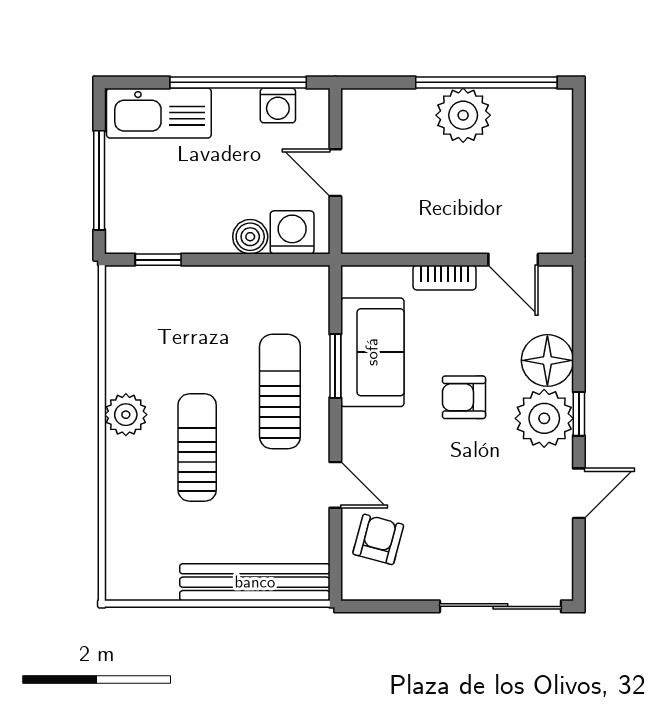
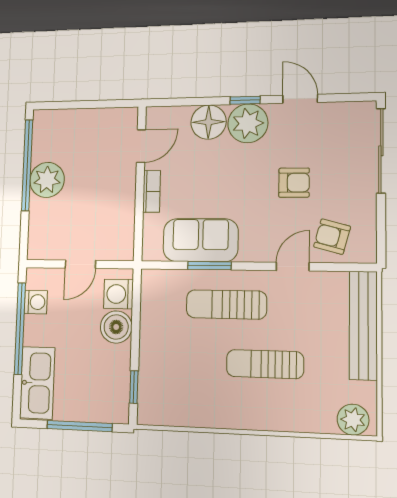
boiler: (250, 237) -> (116, 327), width x1.36, depth x1.36
armchair: (464, 397) -> (294, 183), moved, turned -90
plant: (126, 415) -> (353, 420), moved

